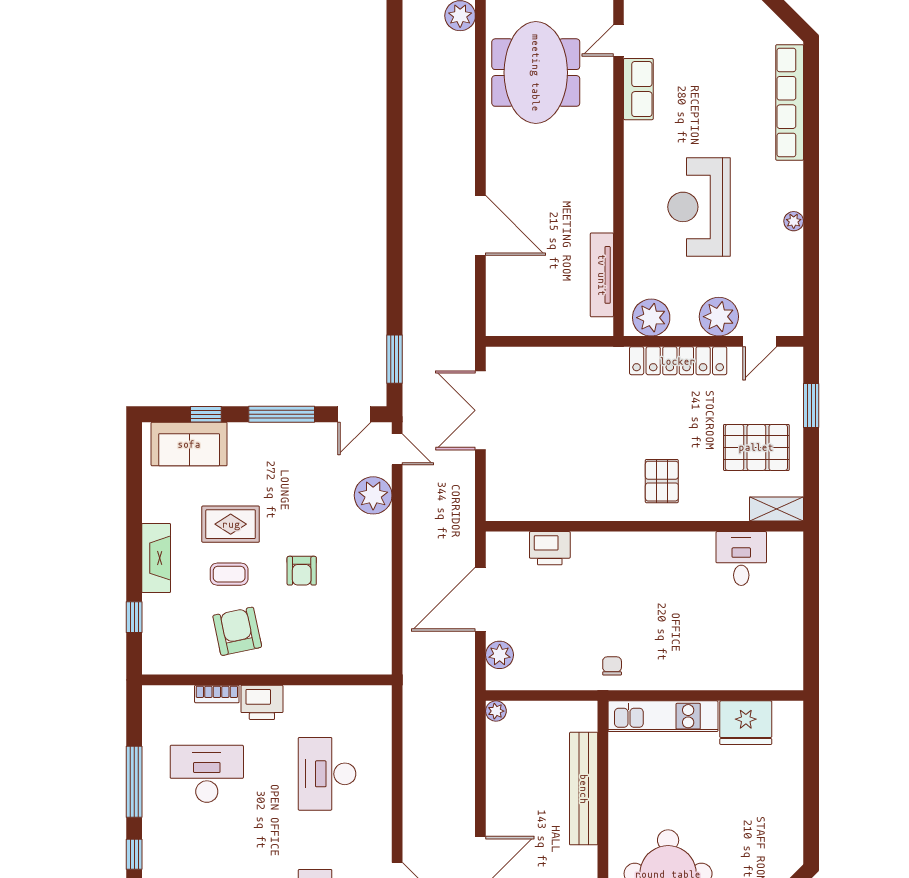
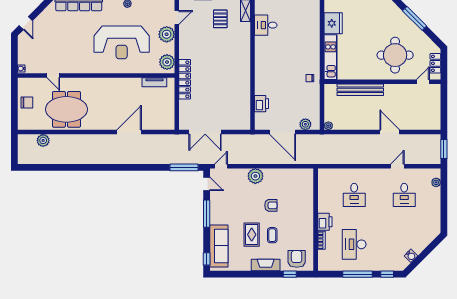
row of seats: (638, 89) -> (73, 67), removed
reception desk: (699, 207) -> (122, 42), width x1.36, depth x1.30
tv unit: (602, 275) -> (154, 82), width x0.71
door: (760, 341) -> (177, 18), hinge flipped
window: (395, 359) -> (184, 167), width x1.44
locker: (678, 361) -> (185, 79), moved
window: (206, 414) -> (207, 259), moved
sofa: (189, 444) -> (219, 246), width x1.36
pallet: (756, 447) -> (220, 19), width x0.67, depth x0.71
pallet: (662, 481) -> (234, 58), removed
plant: (373, 495) -> (255, 176), moved
armchair: (237, 631) -> (297, 259), moved, turned 102
desk: (327, 774) -> (354, 195), width x0.73

